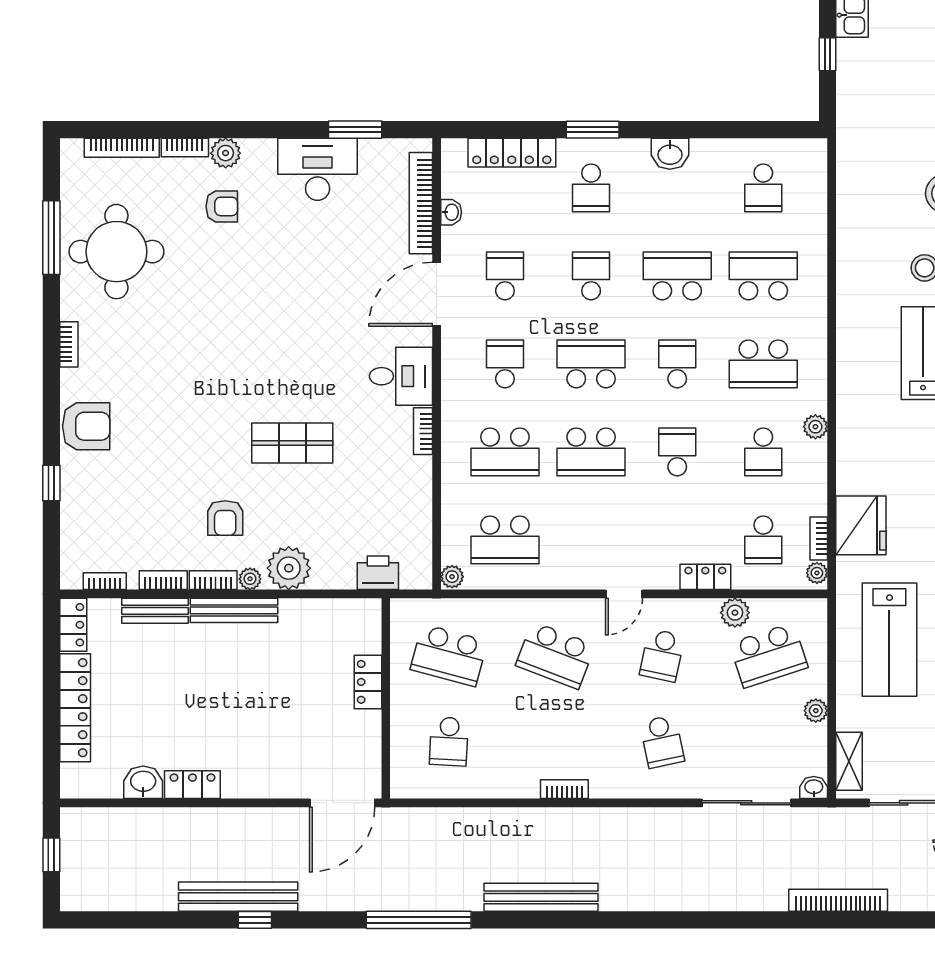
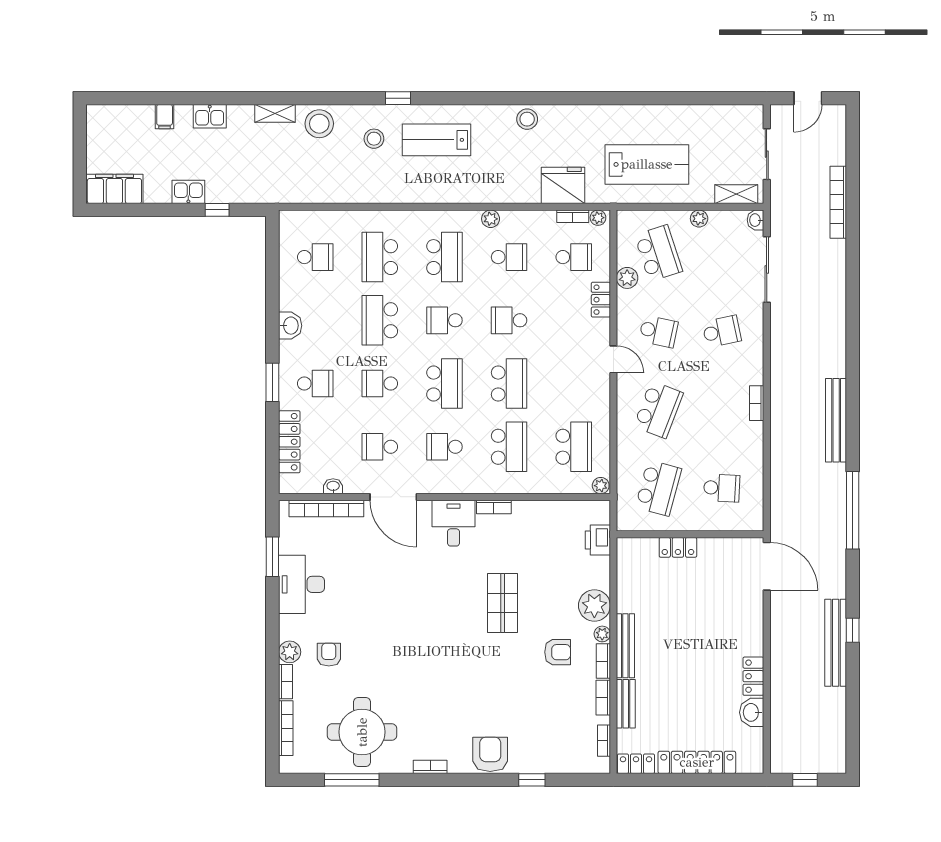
school desk: (591, 364) -> (444, 384), turned 180

